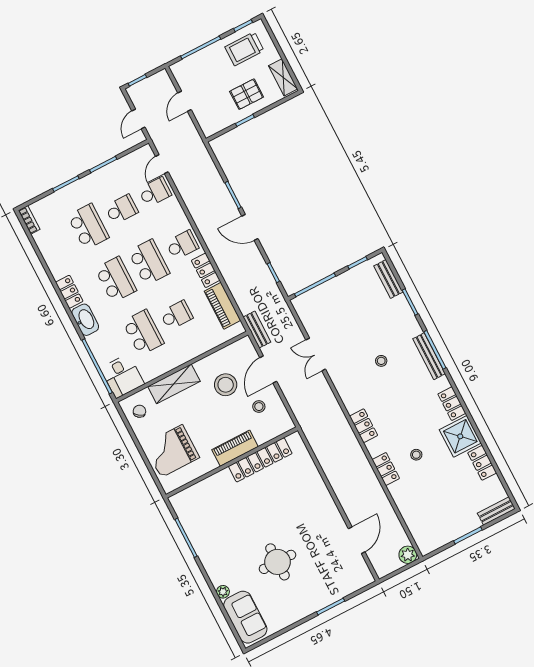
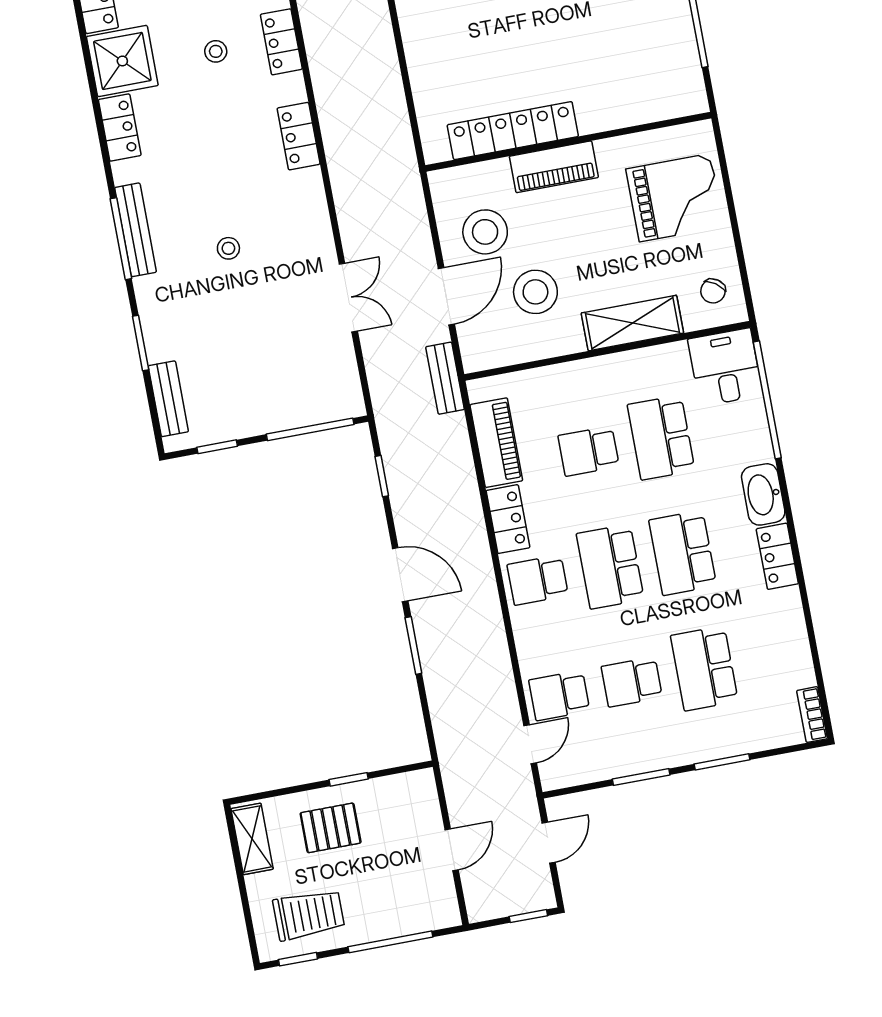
stool: (259, 407) -> (485, 232), width x1.89, depth x1.89

